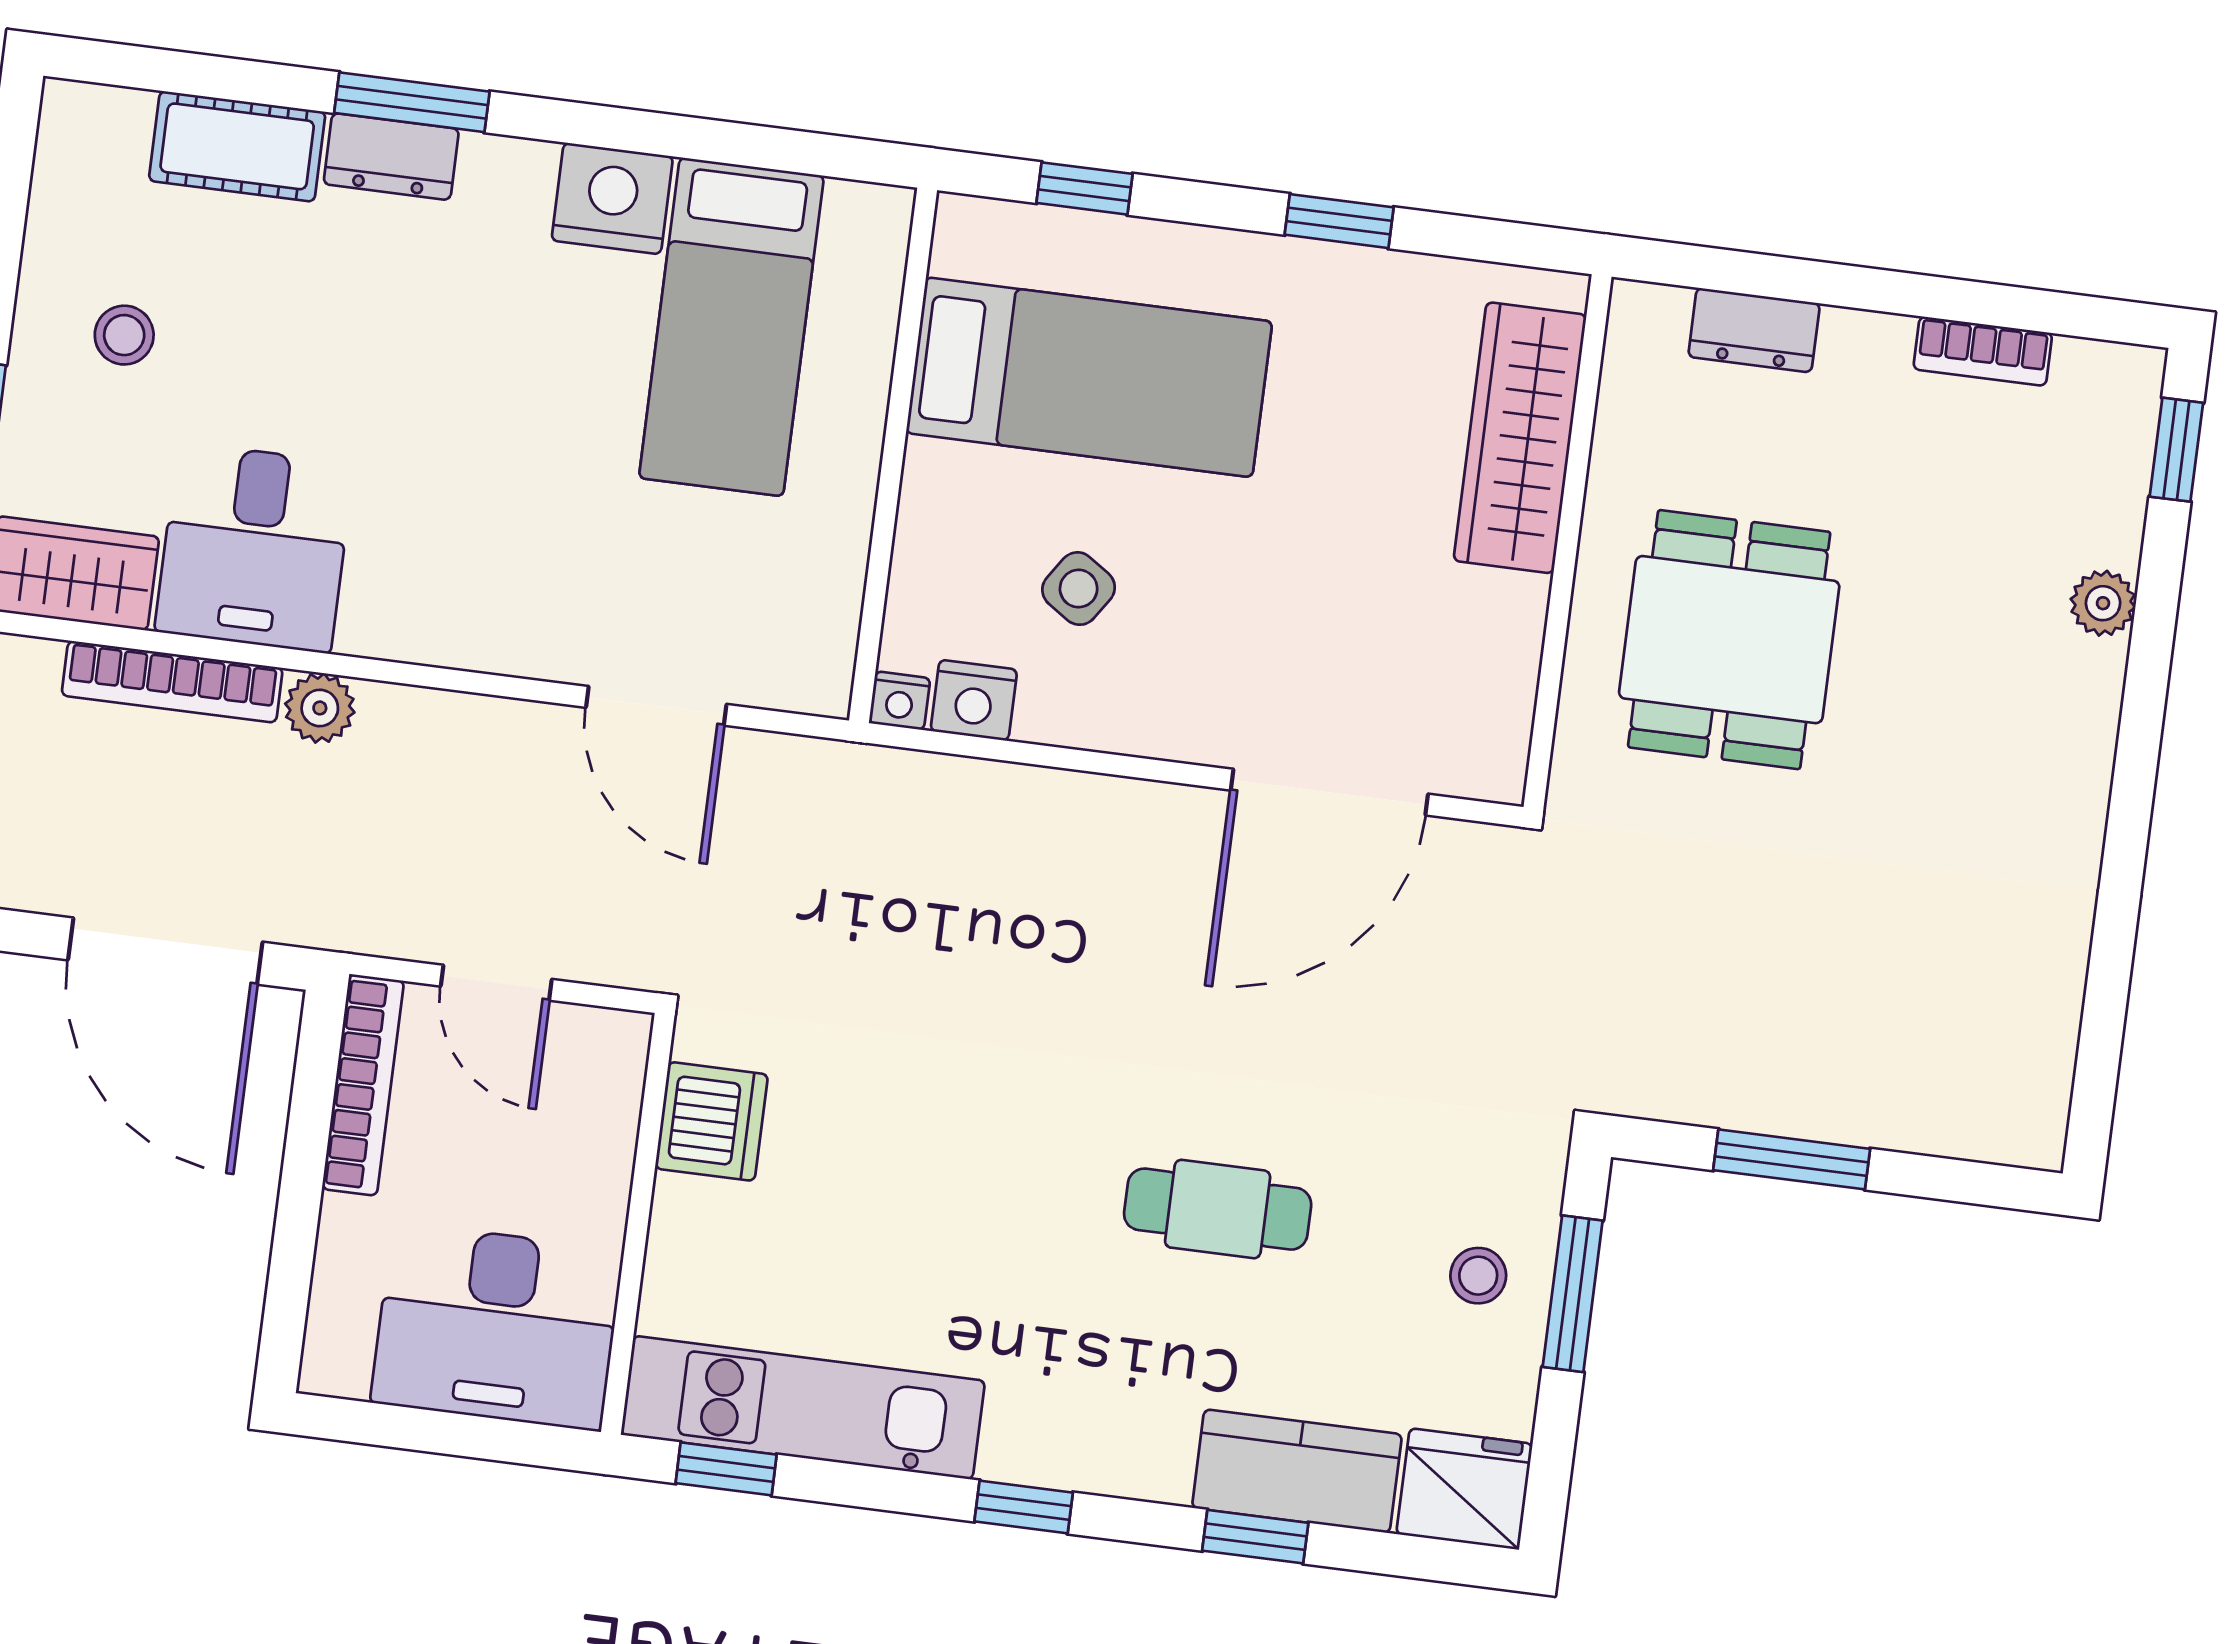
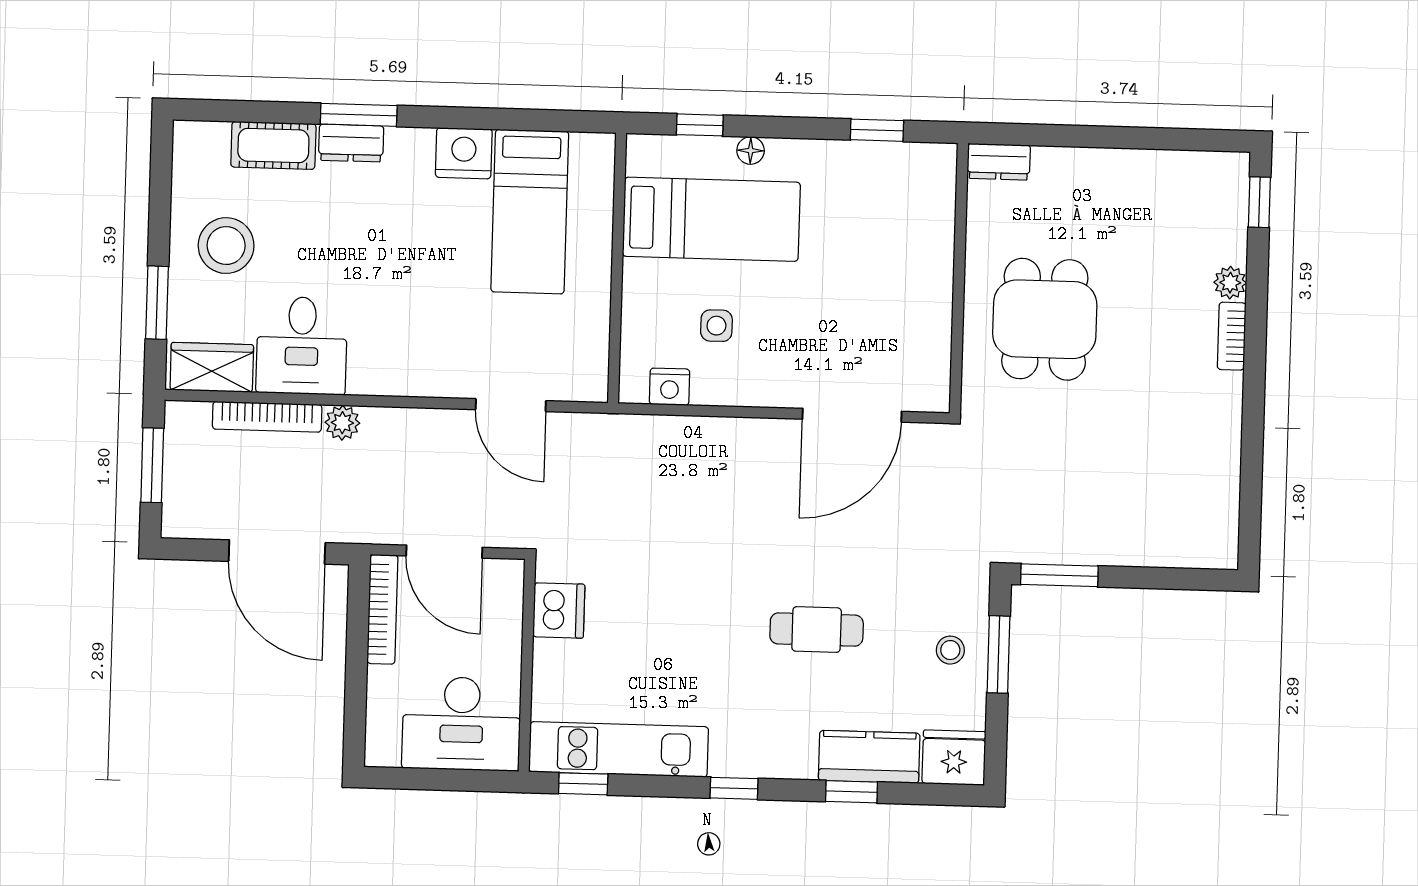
window: (1339, 221) -> (877, 130), moved
floor lamp: (1180, 249) -> (751, 151), added
dresser: (1754, 330) -> (999, 162), moved
stool: (124, 335) -> (226, 246), width x1.89, depth x1.89
bookcase: (1983, 351) -> (1232, 336), moved, turned 90
wardrobe: (1520, 438) -> (930, 228), removed
side table: (1079, 589) -> (716, 326), turned -34
nightstand: (900, 701) -> (632, 391), removed
door: (496, 983) -> (444, 552), width x1.38
window: (1792, 1159) -> (1059, 575), moved

